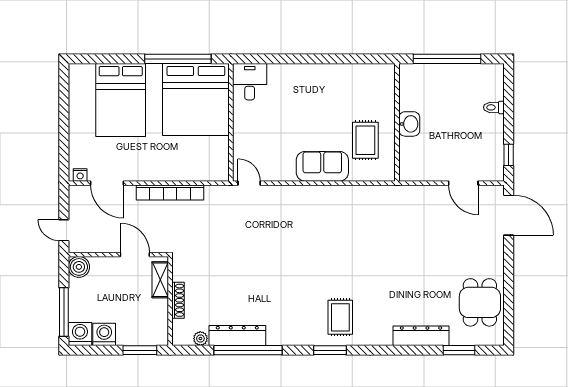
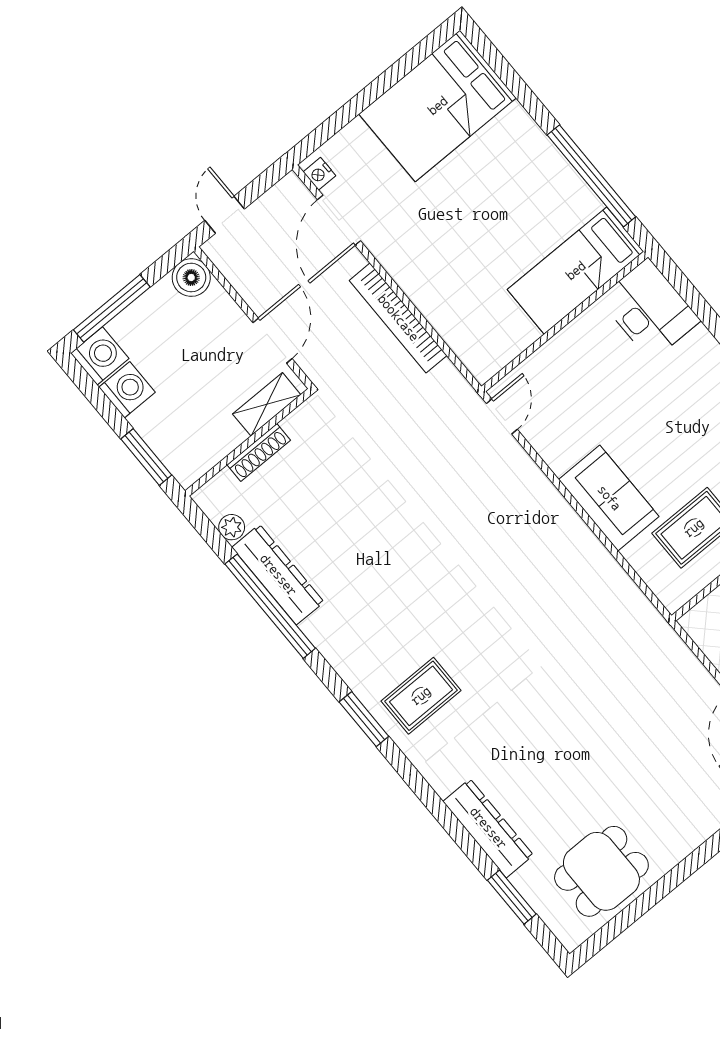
desk: (250, 82) -> (649, 310), width x1.37
bed: (196, 99) -> (576, 271), width x0.49
bed: (121, 100) -> (438, 106), moved

